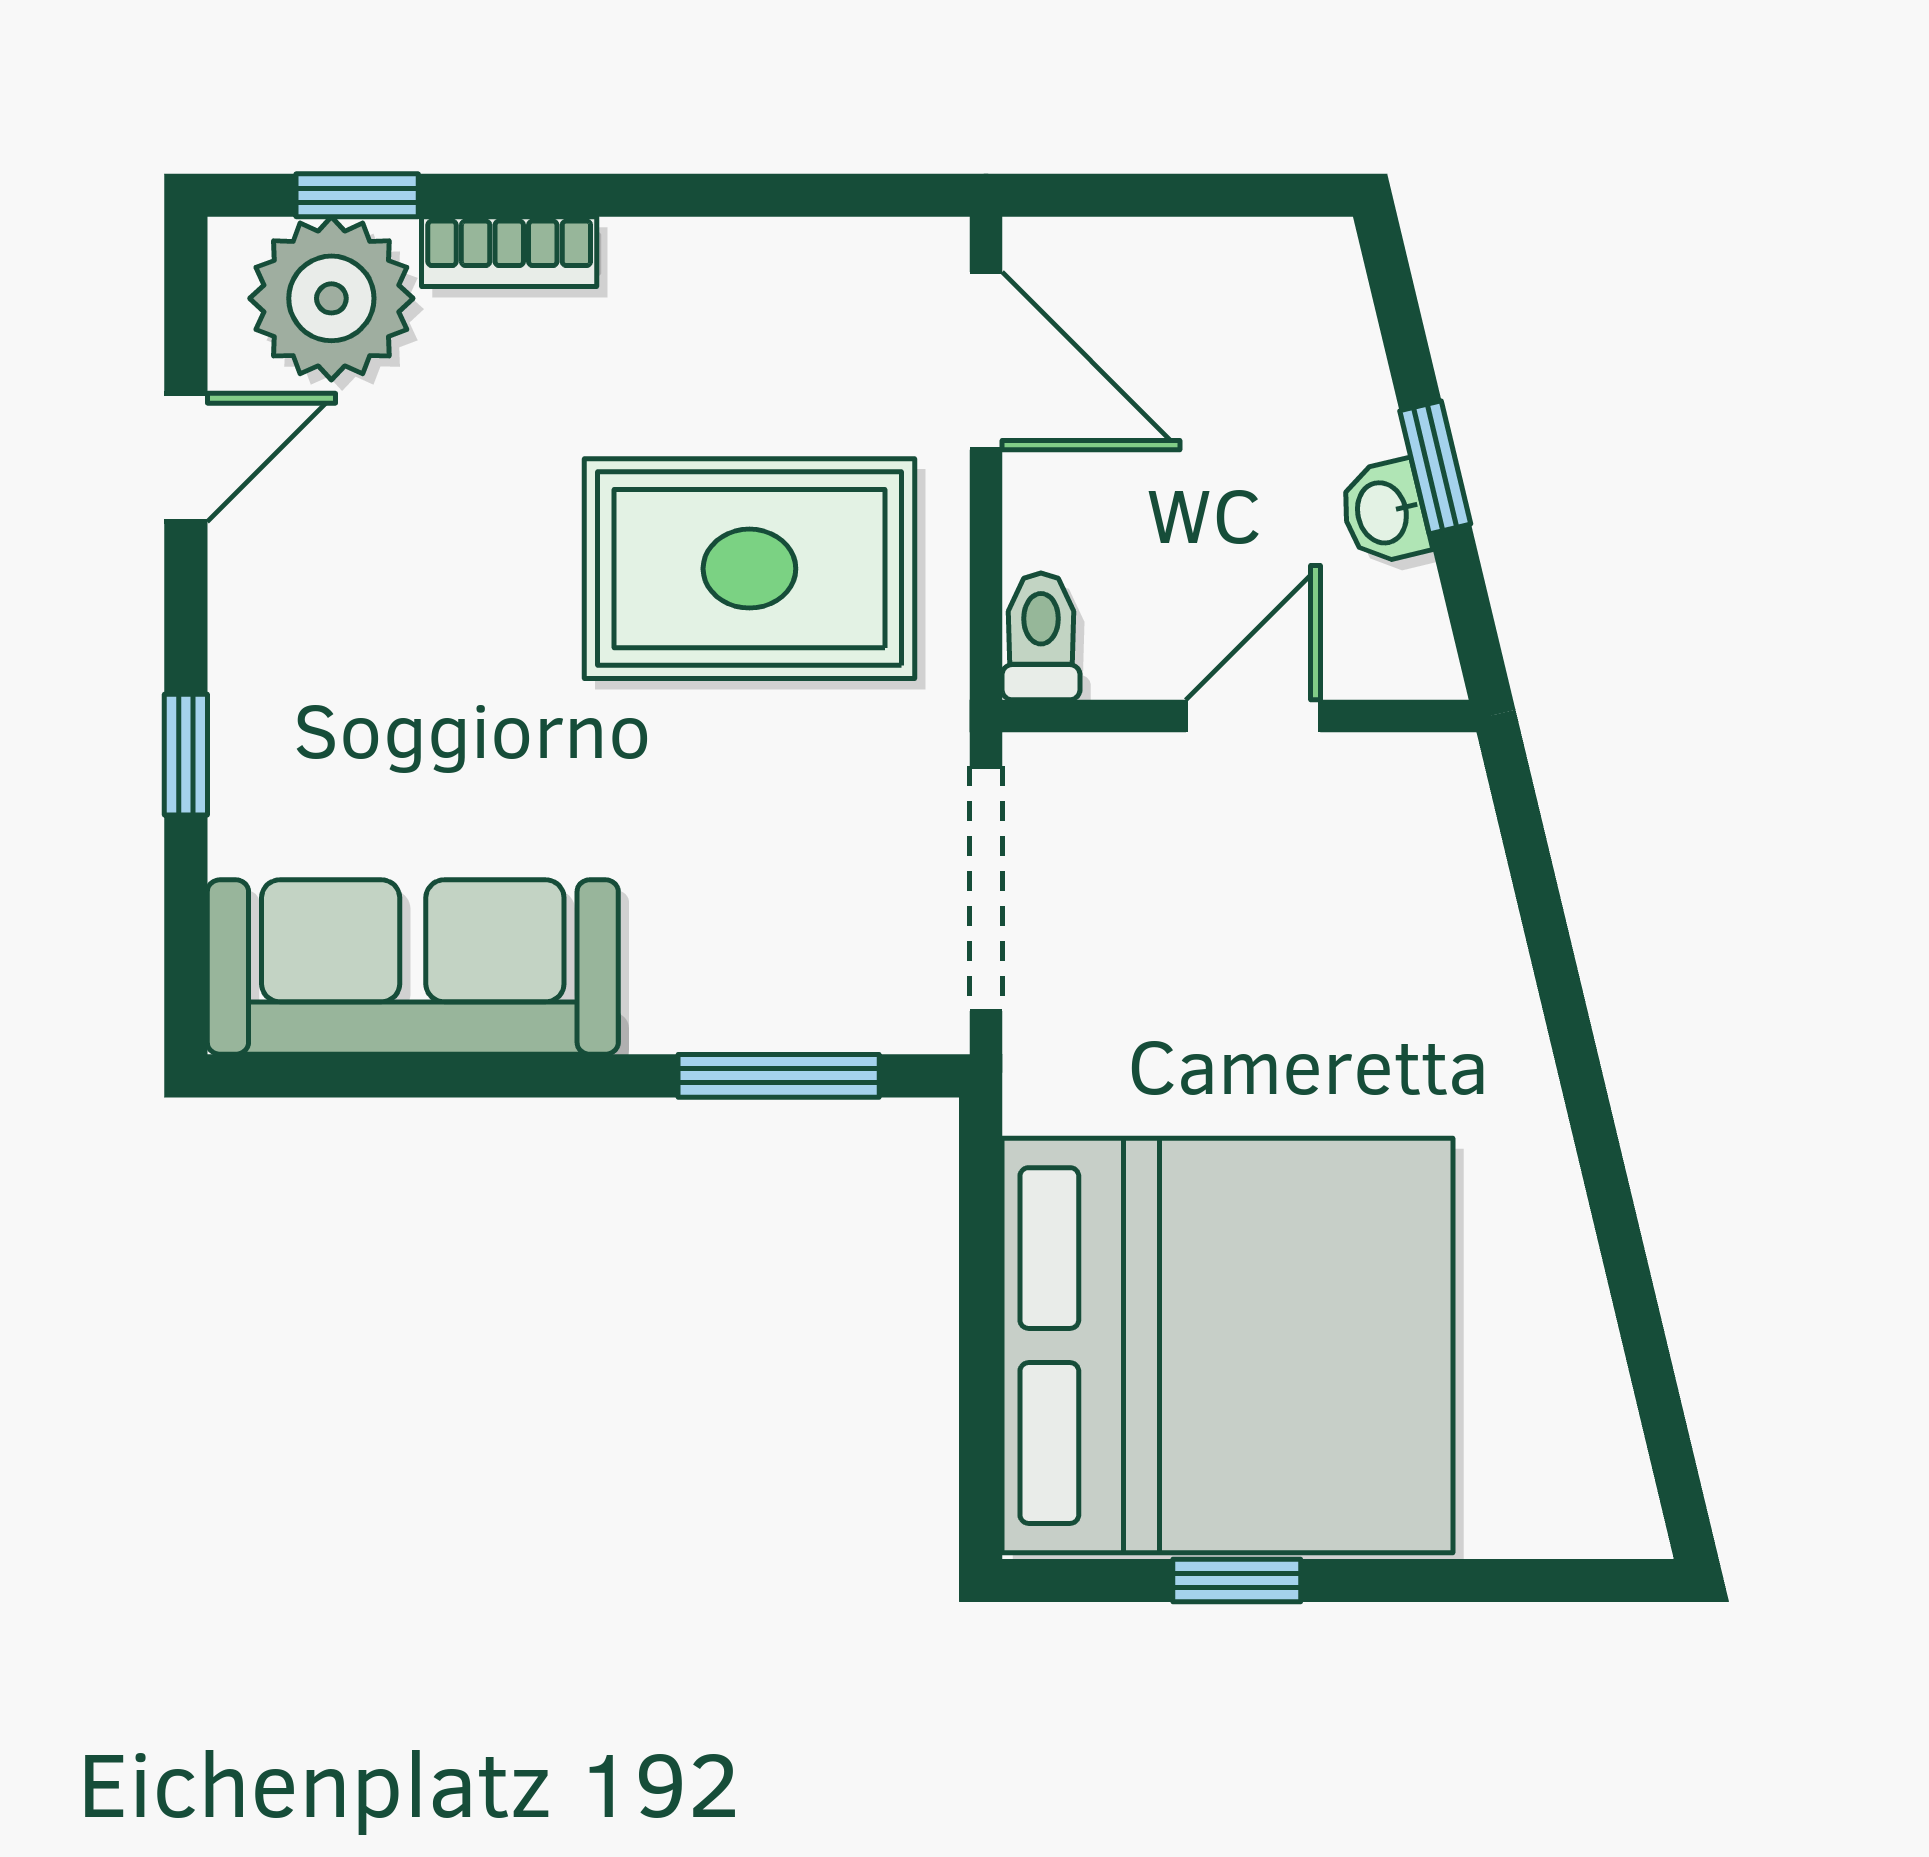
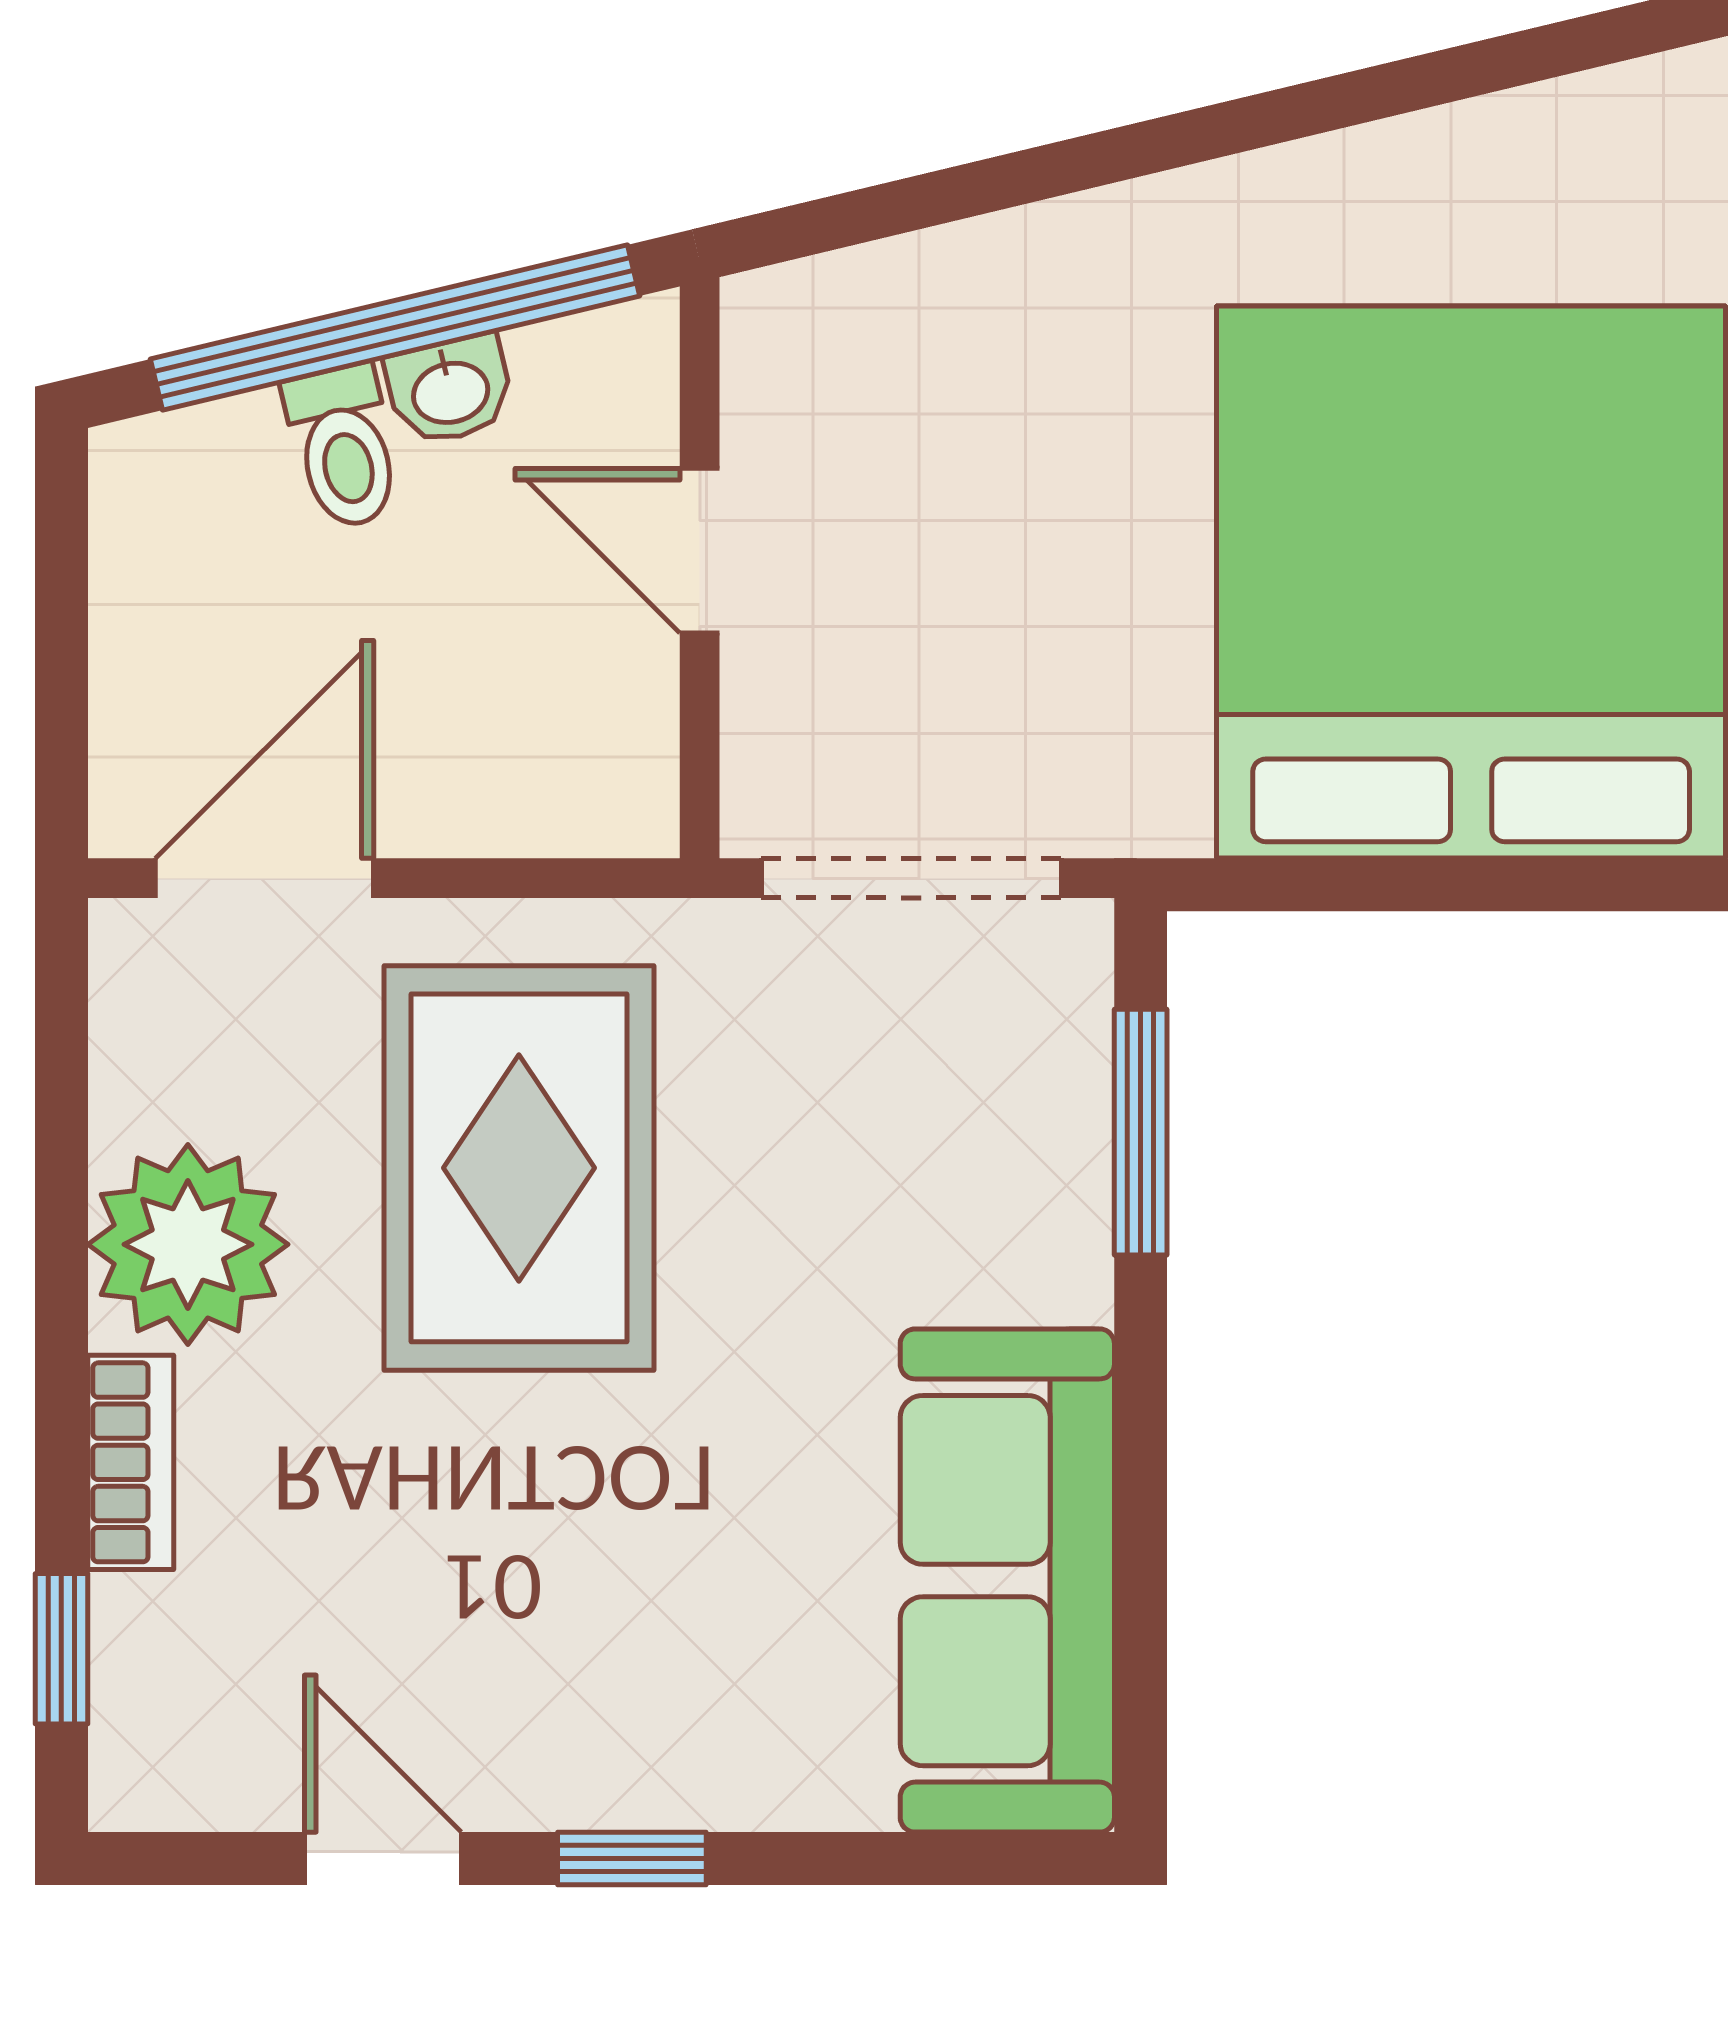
plant: (331, 298) -> (188, 1244), moved
window: (1435, 467) -> (395, 328), width x3.17
toilet: (1041, 636) -> (343, 447), moved, turned -103
window: (186, 755) -> (632, 1859), moved

